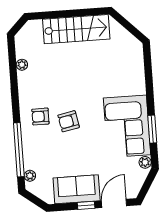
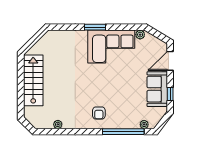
armchair: (69, 121) -> (104, 91), removed
window: (152, 129) -> (95, 27), moved
door: (114, 203) -> (170, 61), hinge flipped
window: (86, 205) -> (170, 94), moved

